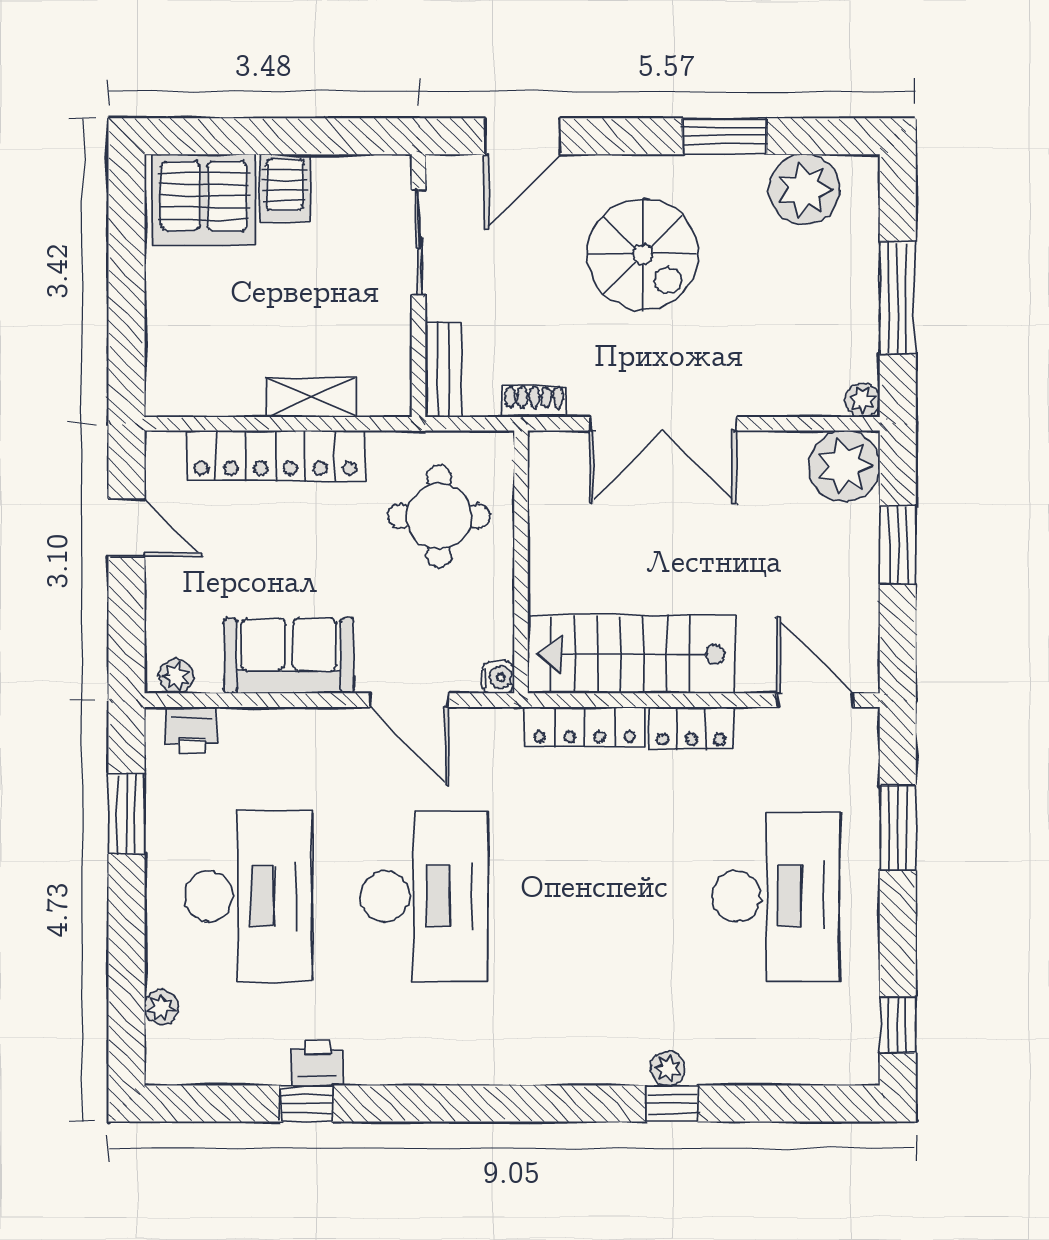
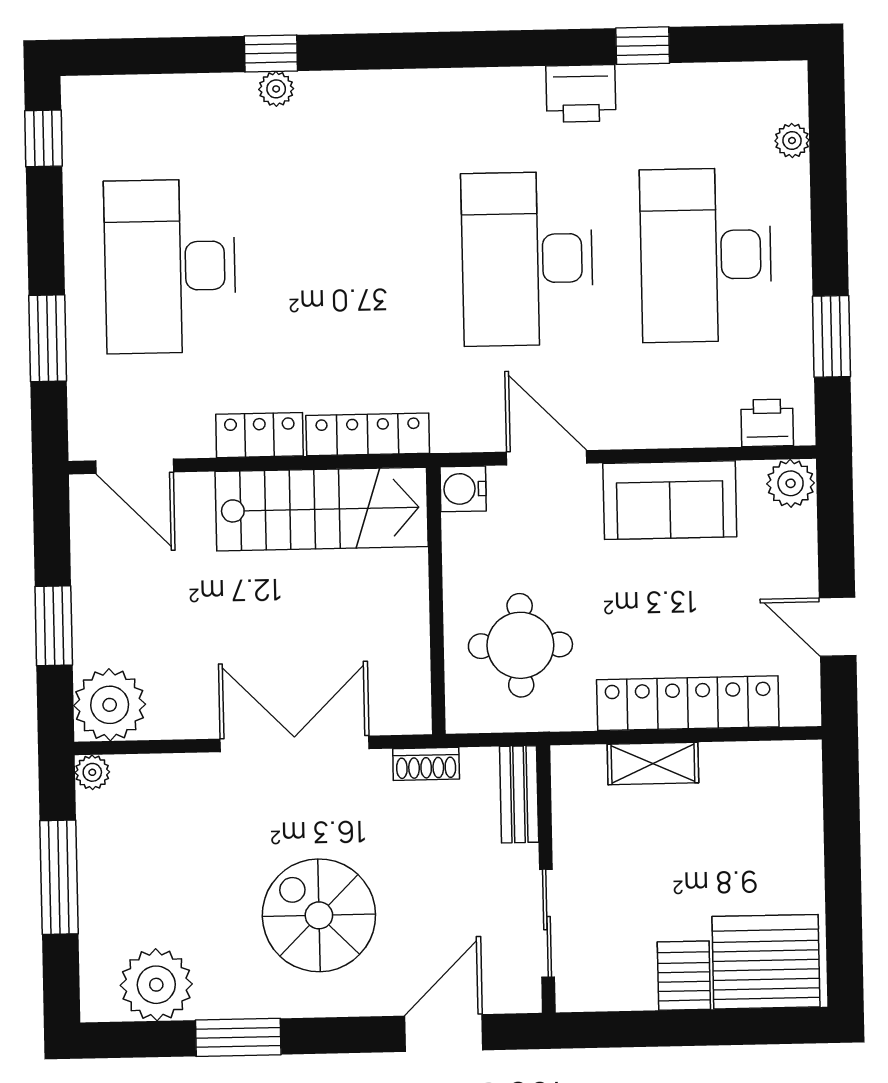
plant: (176, 676) -> (791, 483), width x1.38, depth x1.38
water cooler: (498, 677) -> (463, 489), width x1.38, depth x1.38
printer: (317, 1063) -> (581, 93), moved, width x1.36, depth x1.24

